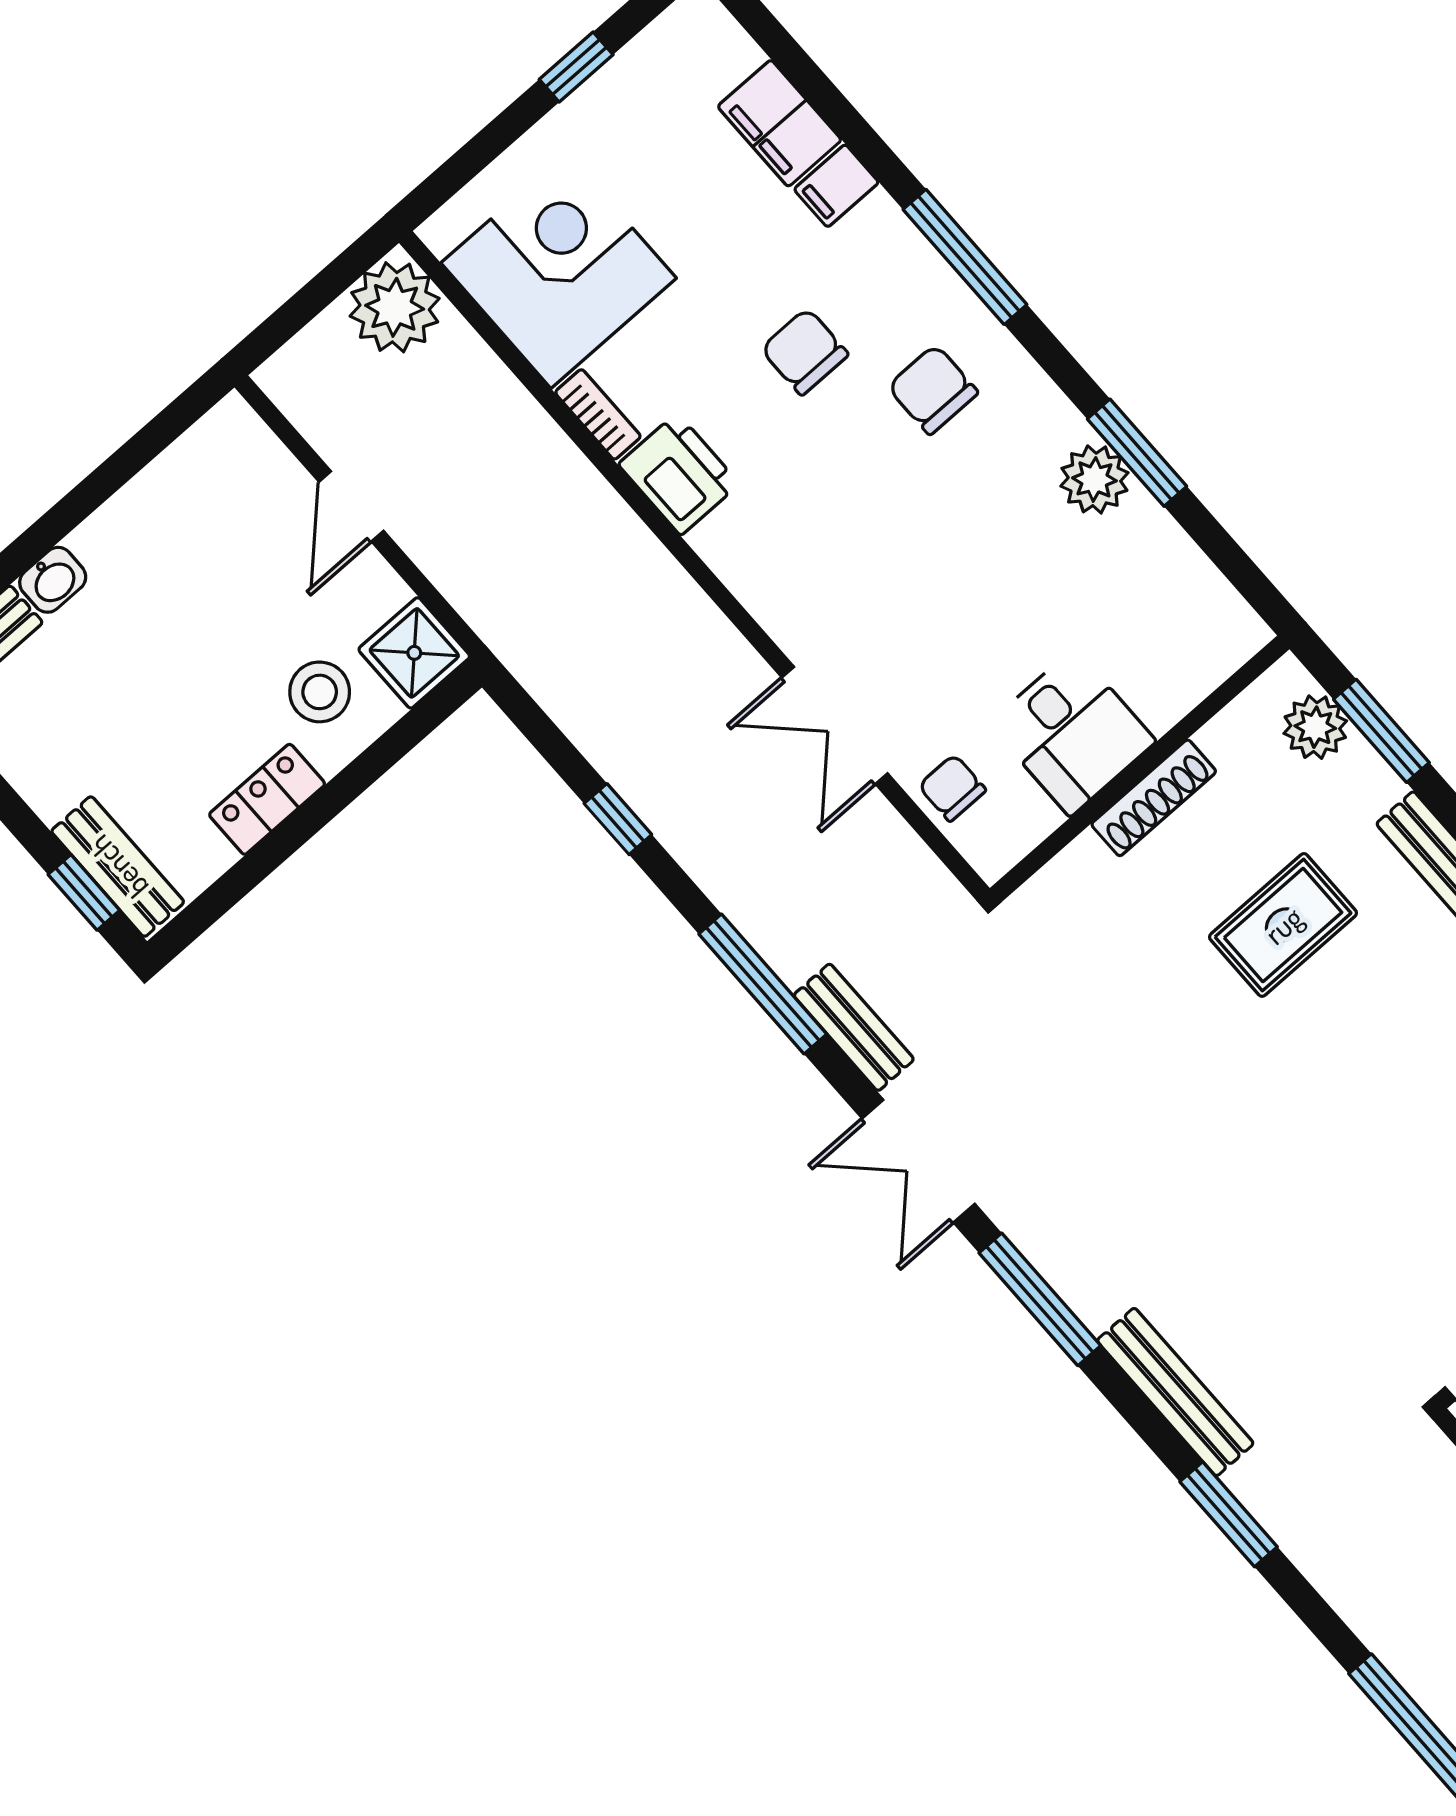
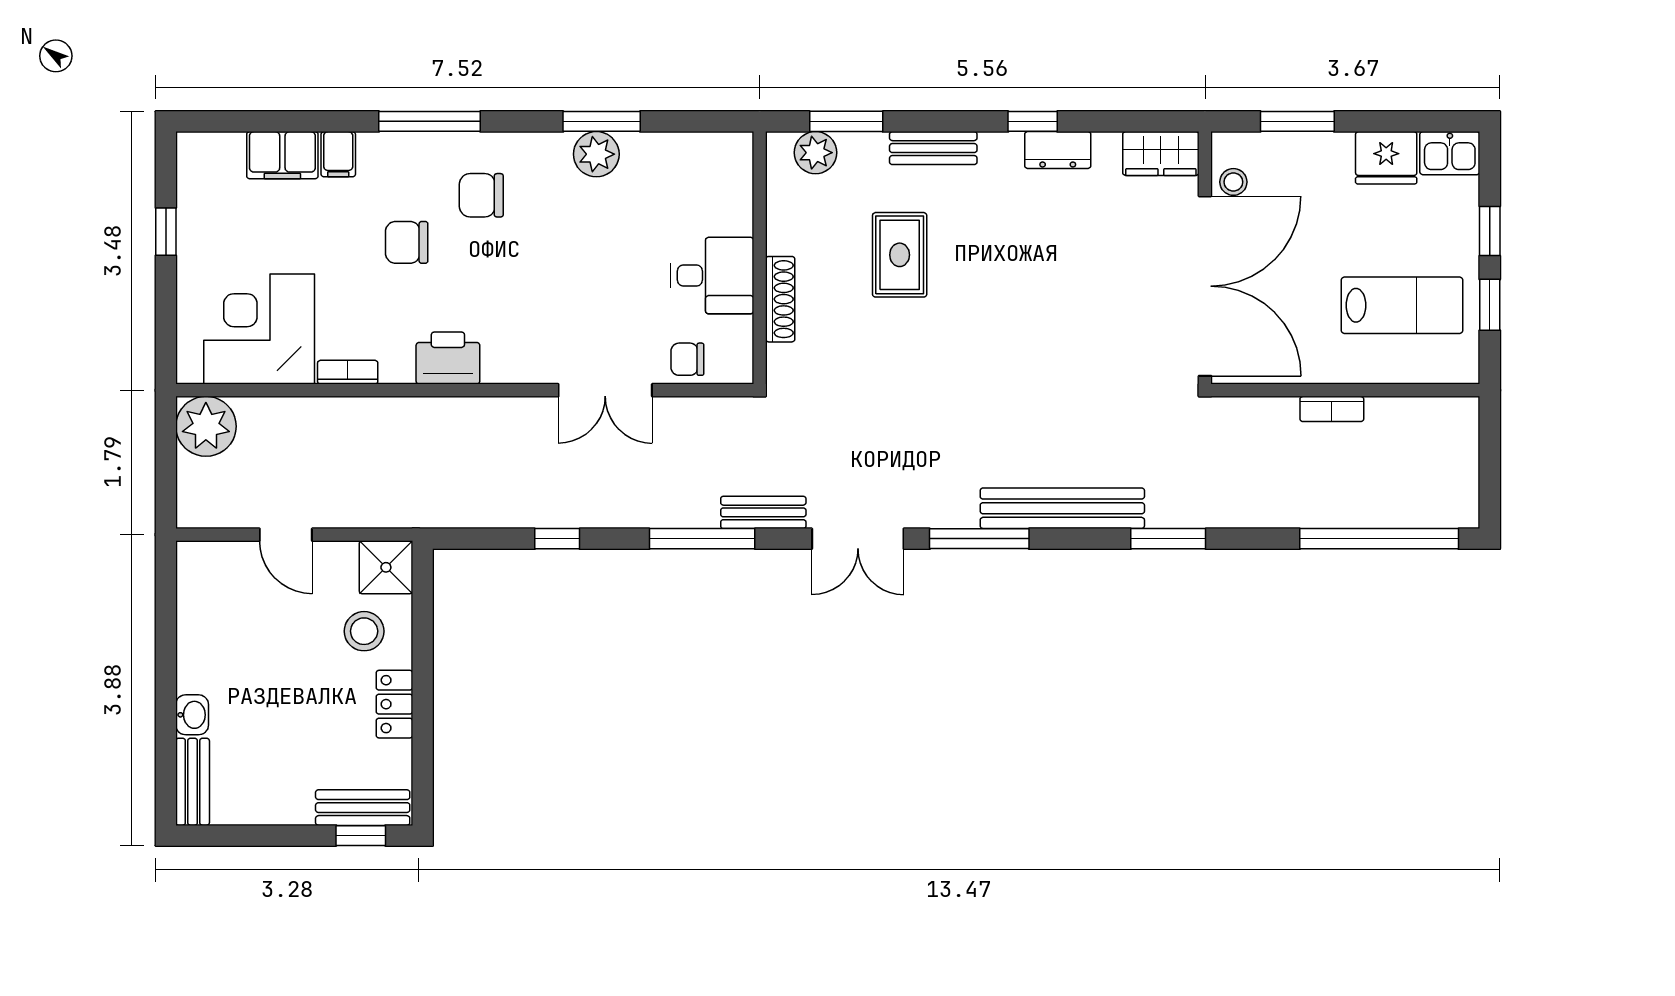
printer: (679, 474) -> (448, 358), moved
shoe rack: (1154, 798) -> (780, 299), moved
bench: (1175, 1392) -> (1062, 508), width x1.37, depth x1.21

